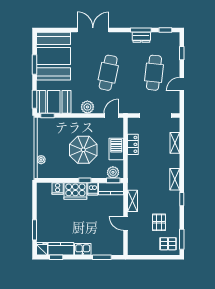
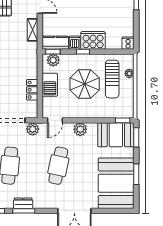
plant: (132, 107) -> (33, 129), added
sun lounger: (57, 154) -> (112, 79), added
cooker: (58, 188) -> (128, 43), moved

